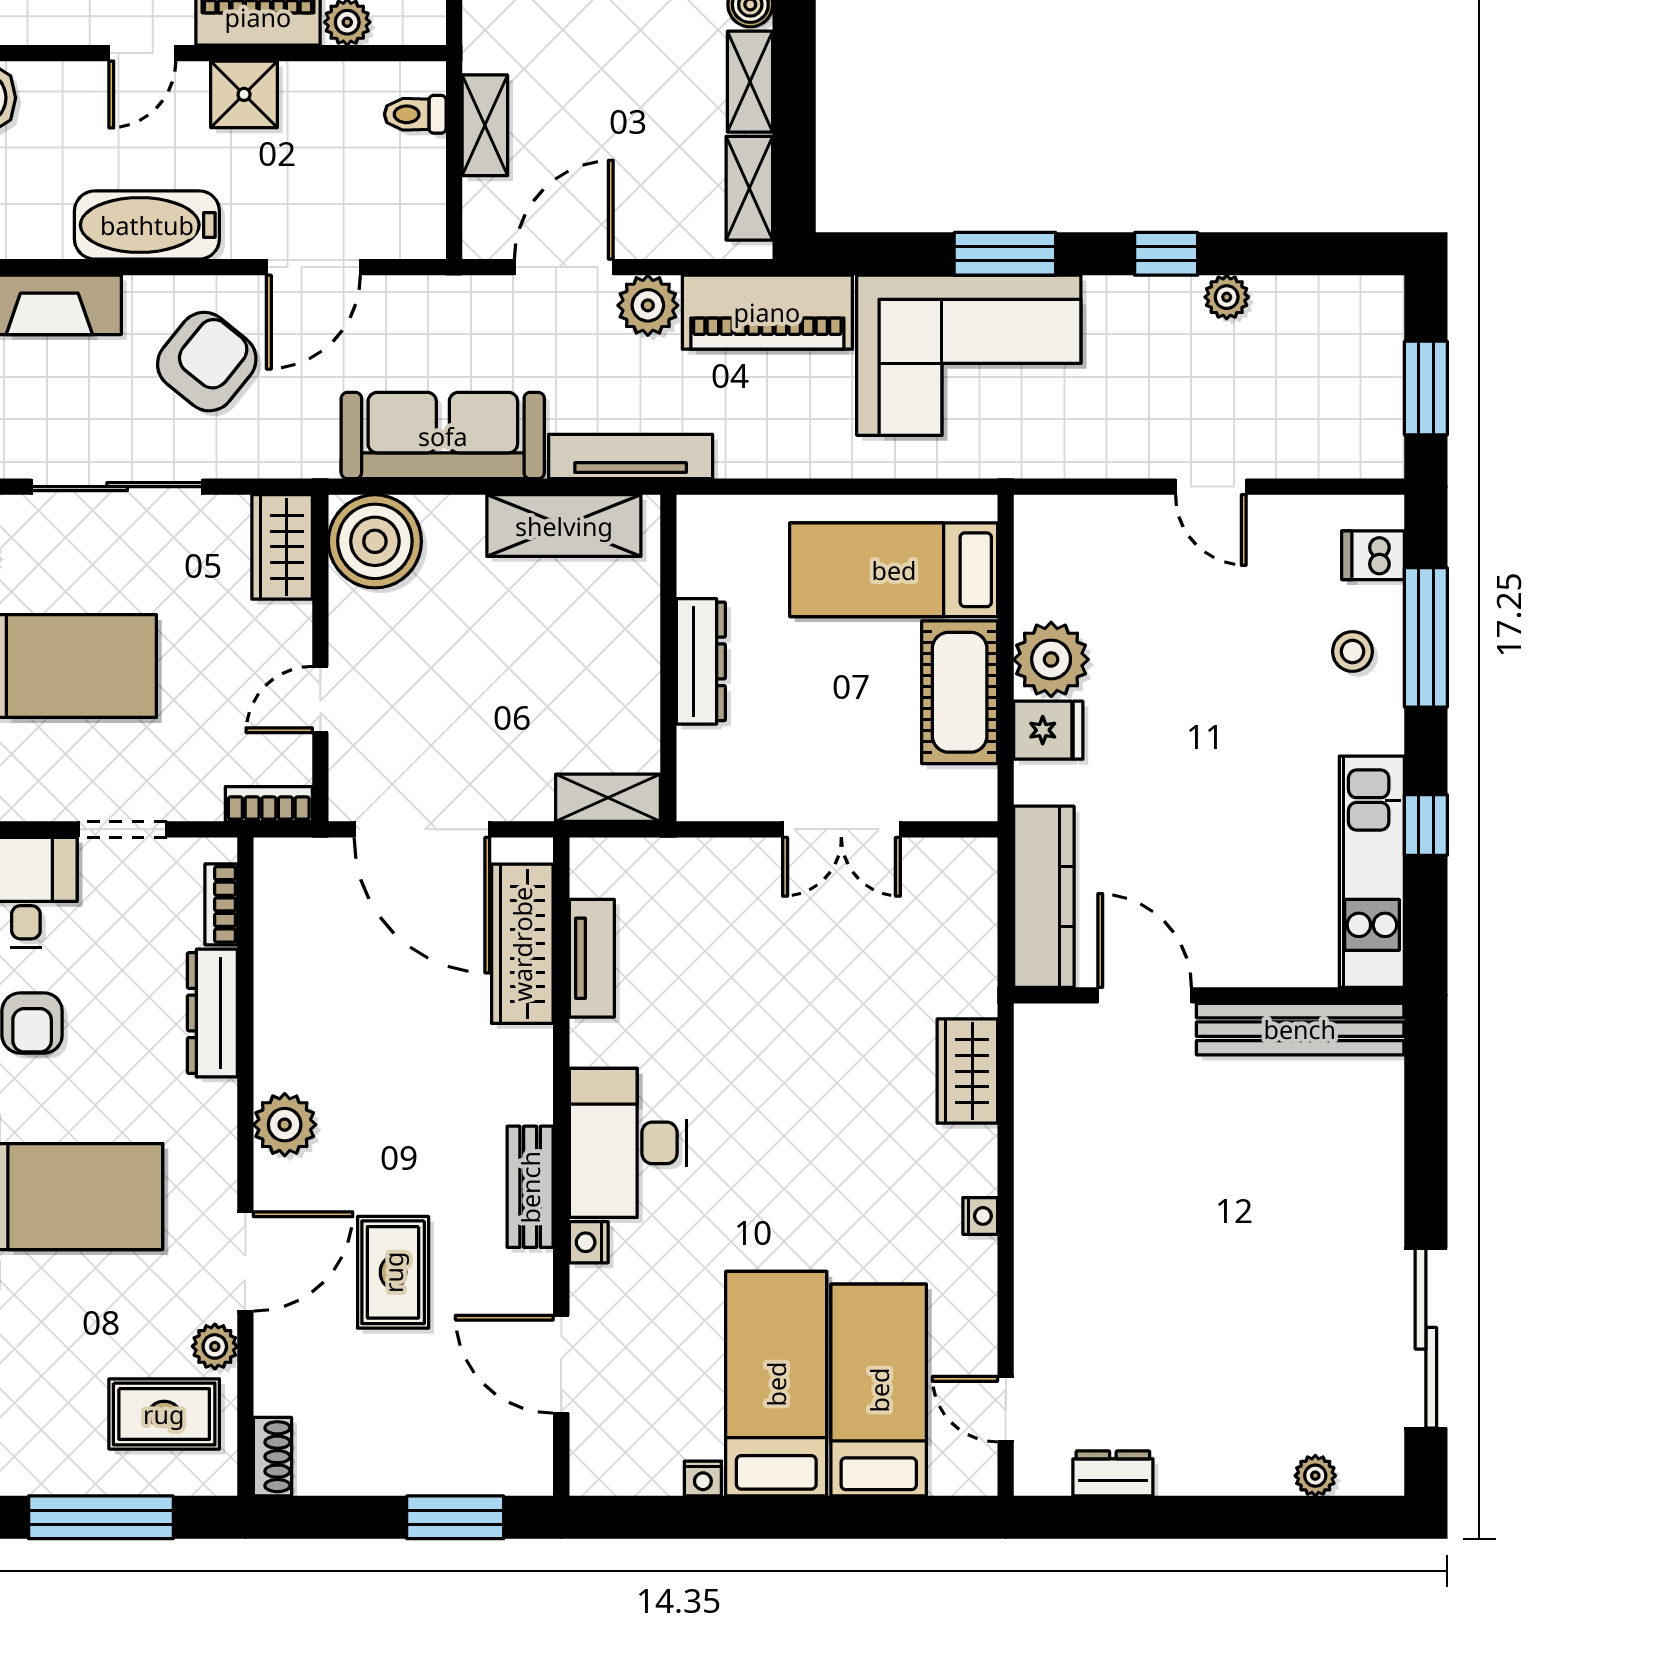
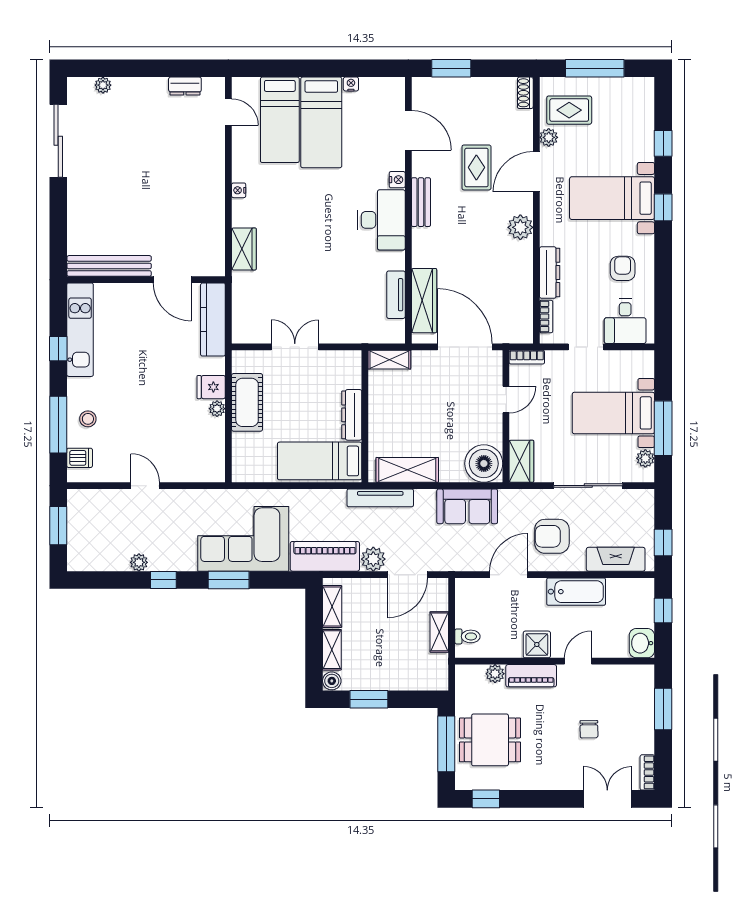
armchair: (207, 362) -> (552, 536), turned 51
sofa: (443, 436) -> (467, 506), width x0.73
bed: (894, 570) -> (320, 461), moved, turned 180
plant: (1051, 659) -> (217, 409), width x0.53, depth x0.53

